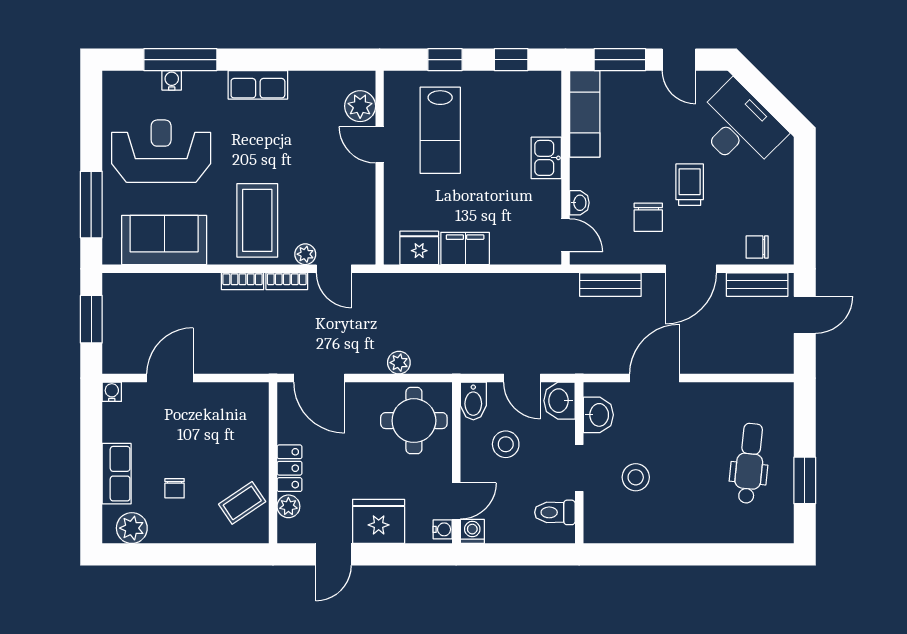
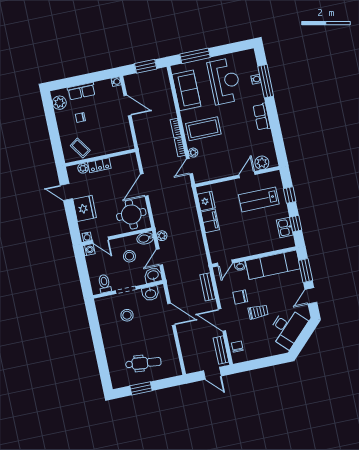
exam couch: (585, 114) -> (273, 265), width x1.36, depth x1.45
kitchen sink: (546, 158) -> (285, 228), moved, turned -90
plant: (399, 363) -> (162, 236), moved
door: (319, 378) -> (144, 185), moved

